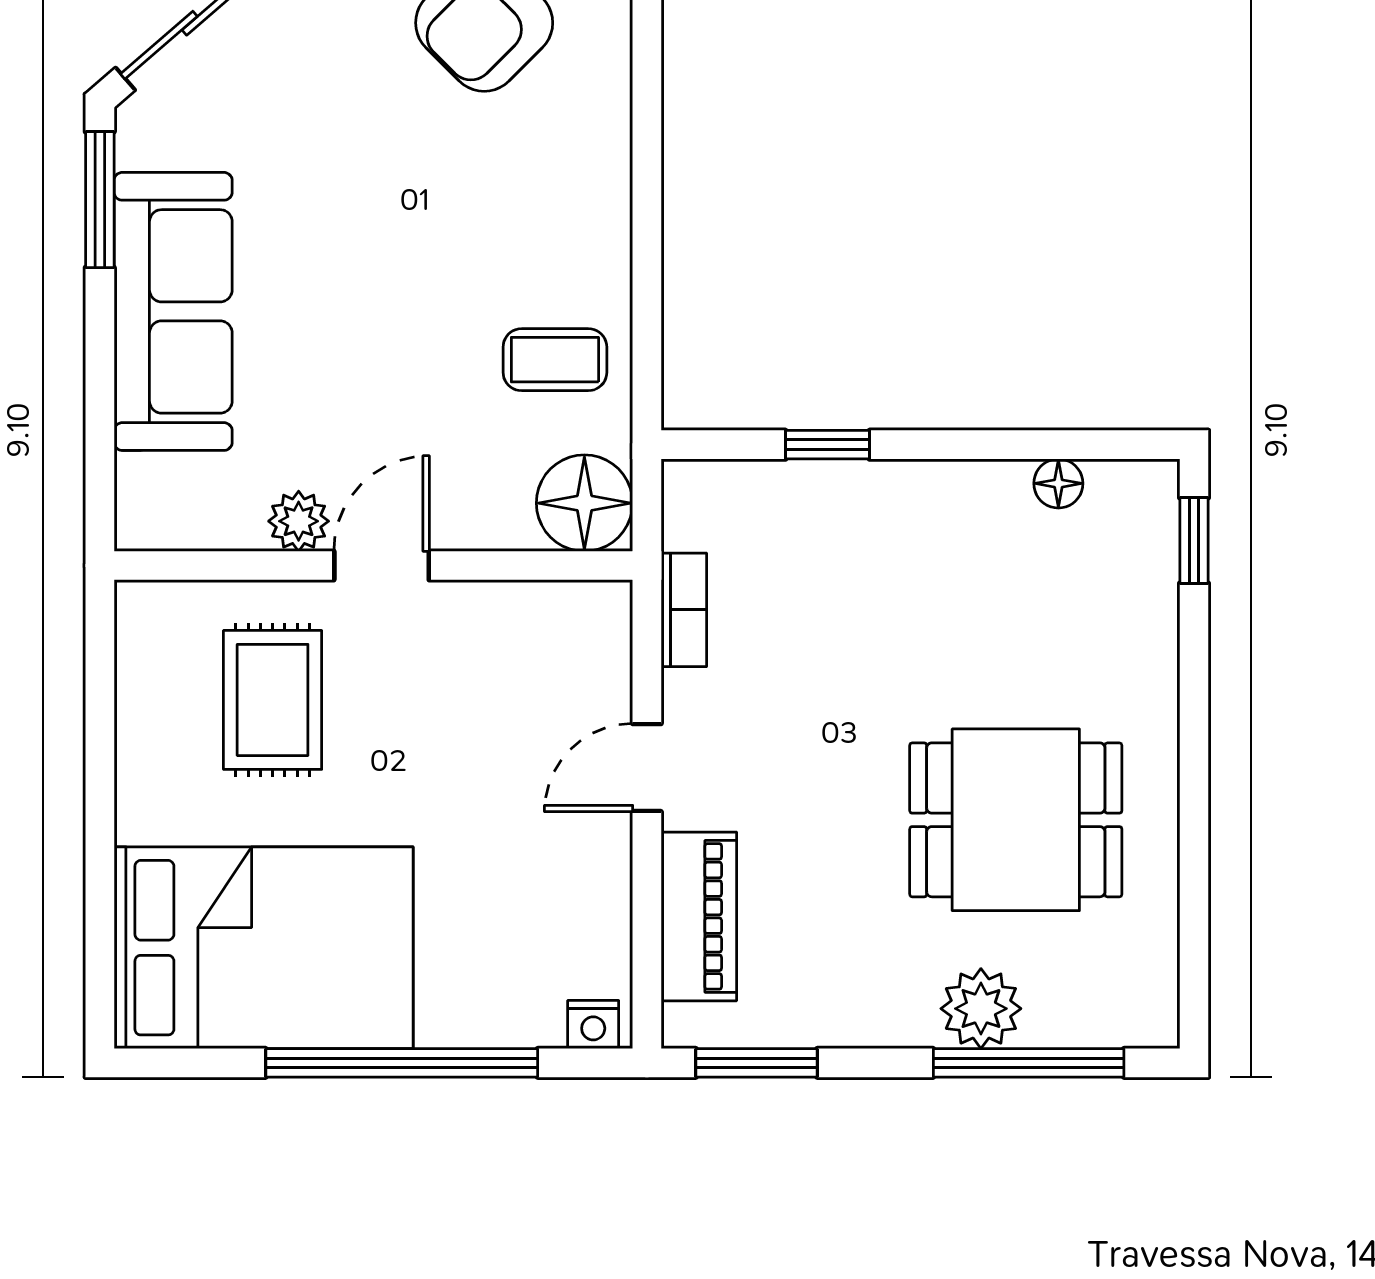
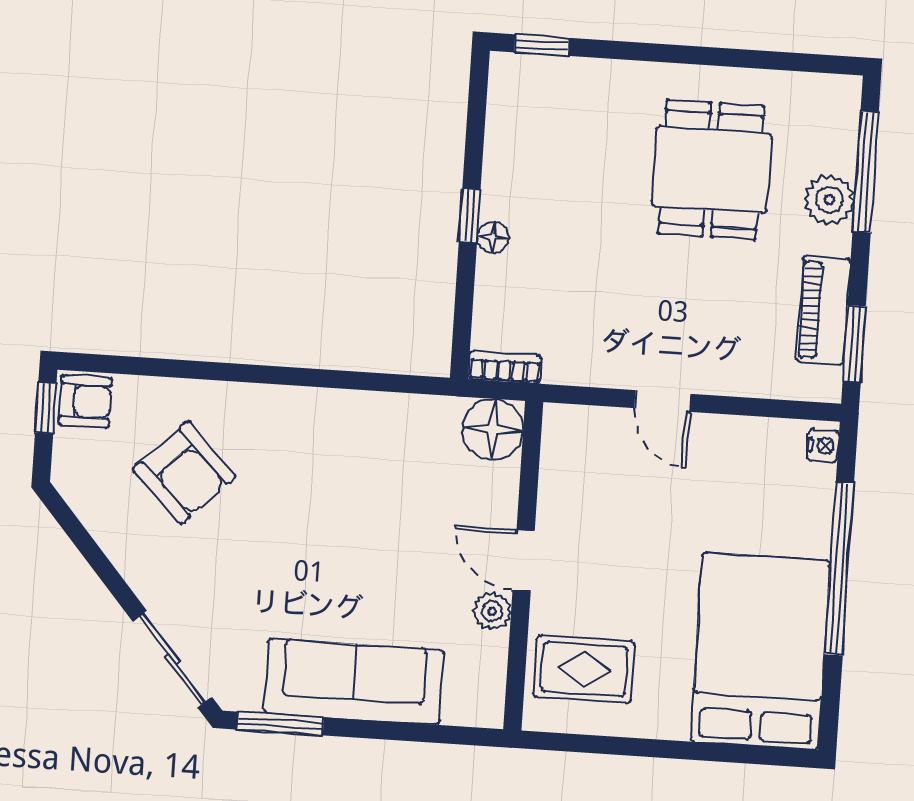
coffee table: (555, 360) -> (401, 442), removed
window: (828, 445) -> (470, 216), moved
floor lamp: (1058, 483) -> (493, 237), moved
bookcase: (684, 610) -> (505, 367), moved
rug: (273, 700) -> (584, 669), moved
piano: (699, 916) -> (823, 310), moved, turned -90

